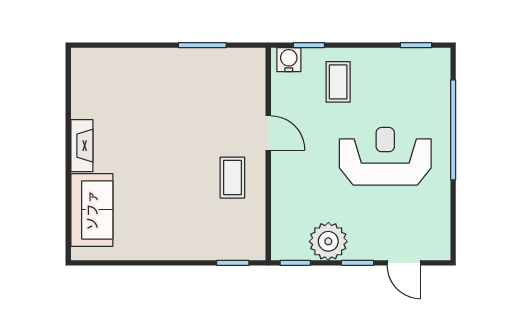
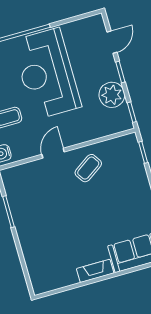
reception desk: (385, 156) -> (47, 74), width x1.36, depth x1.30
coffee table: (232, 178) -> (88, 168), turned -34

